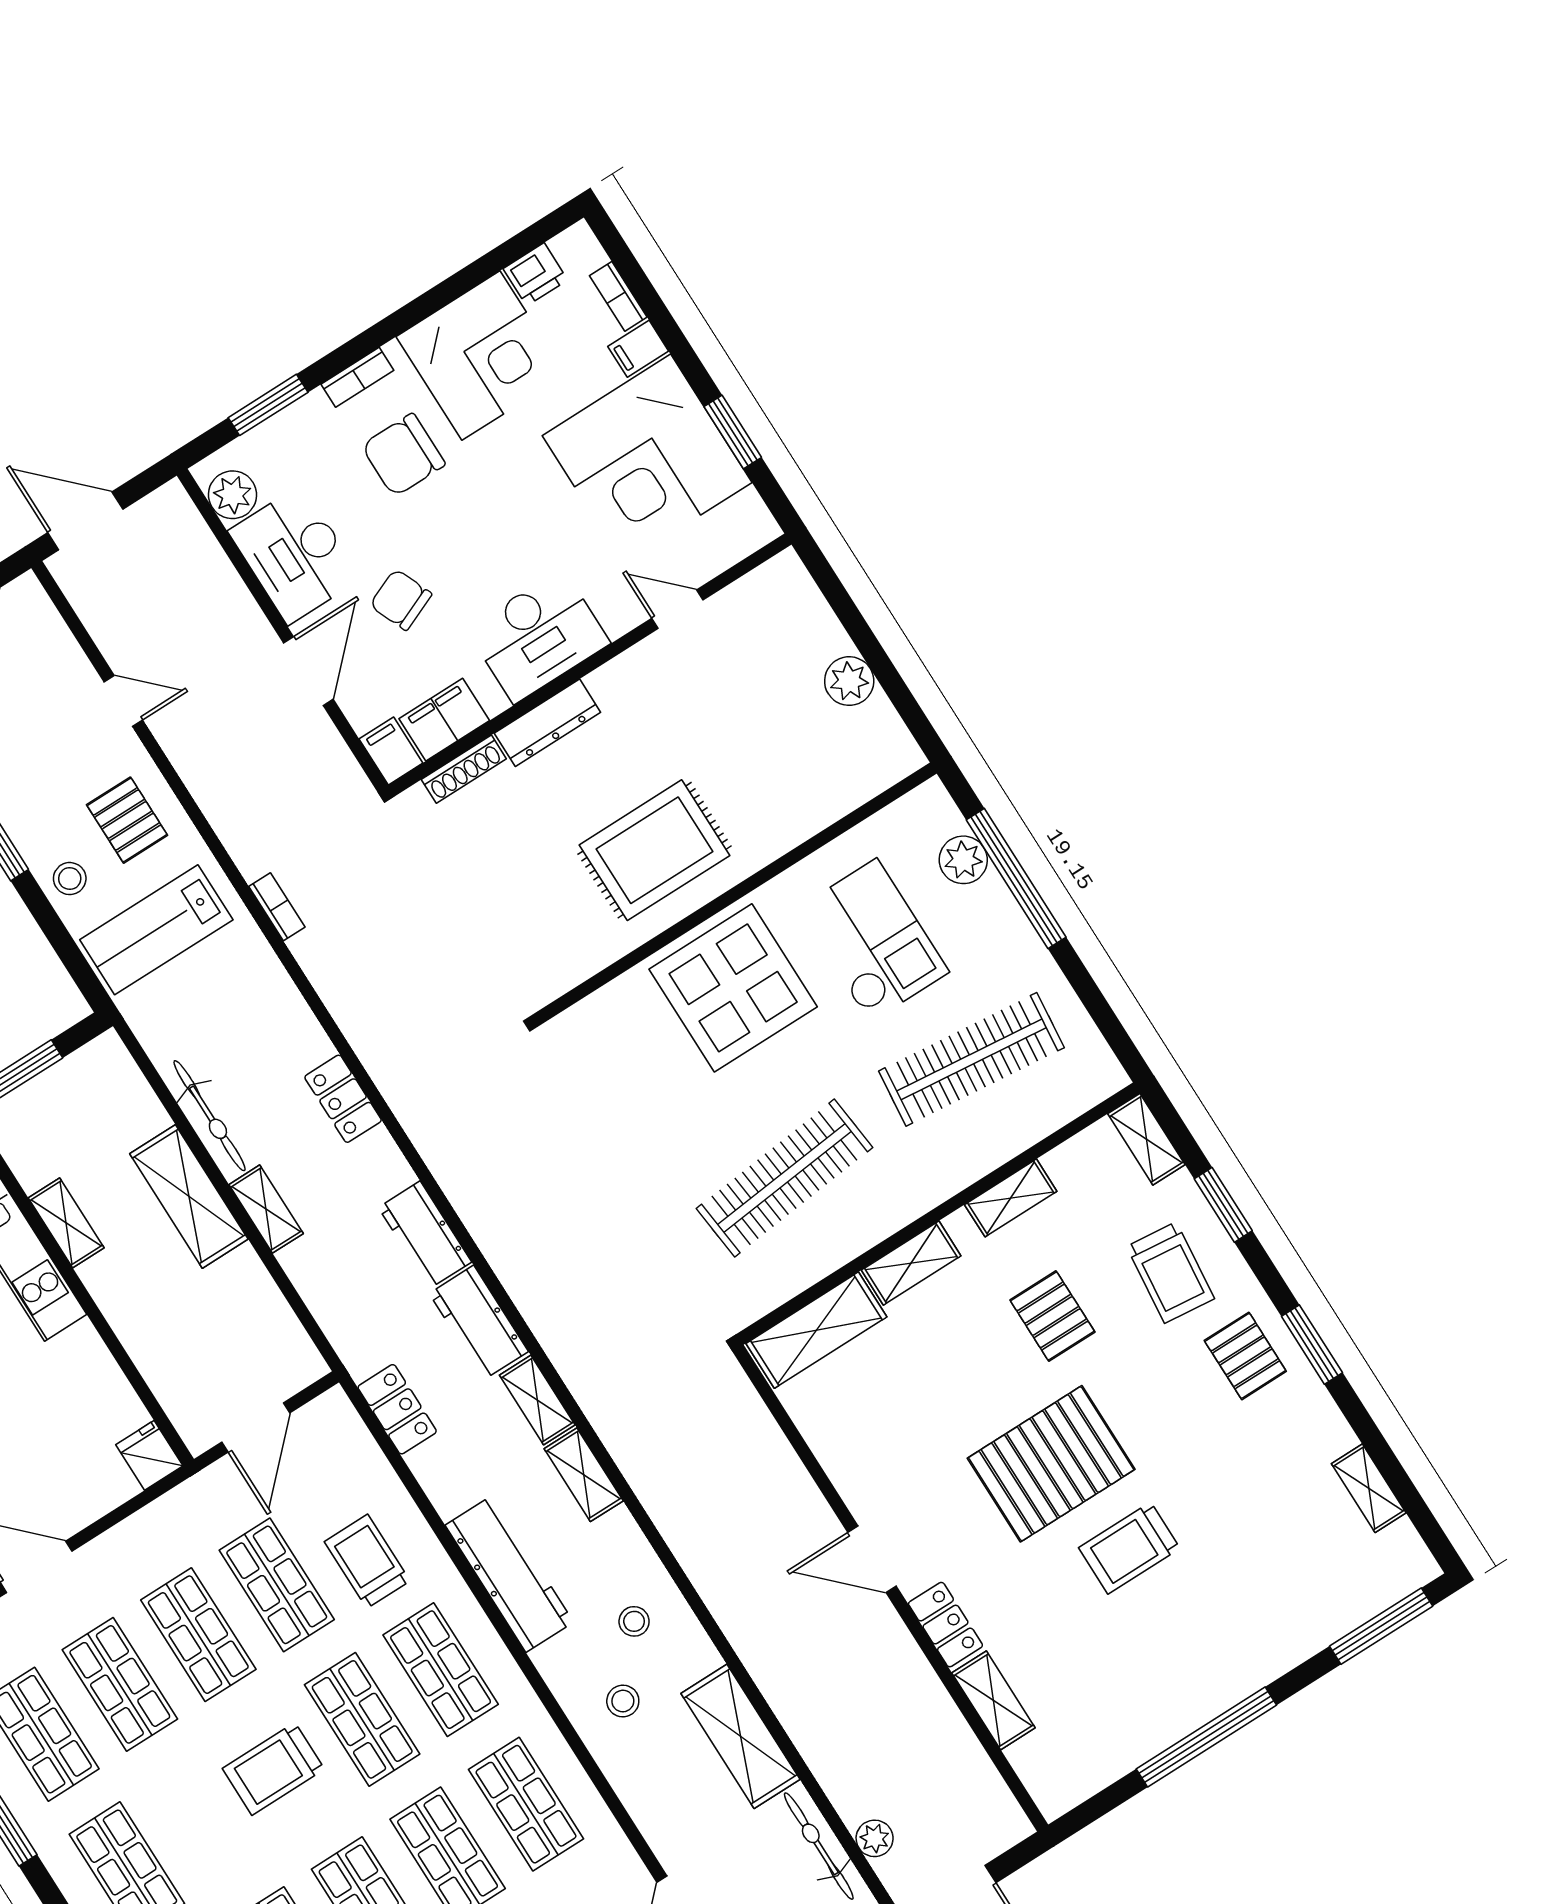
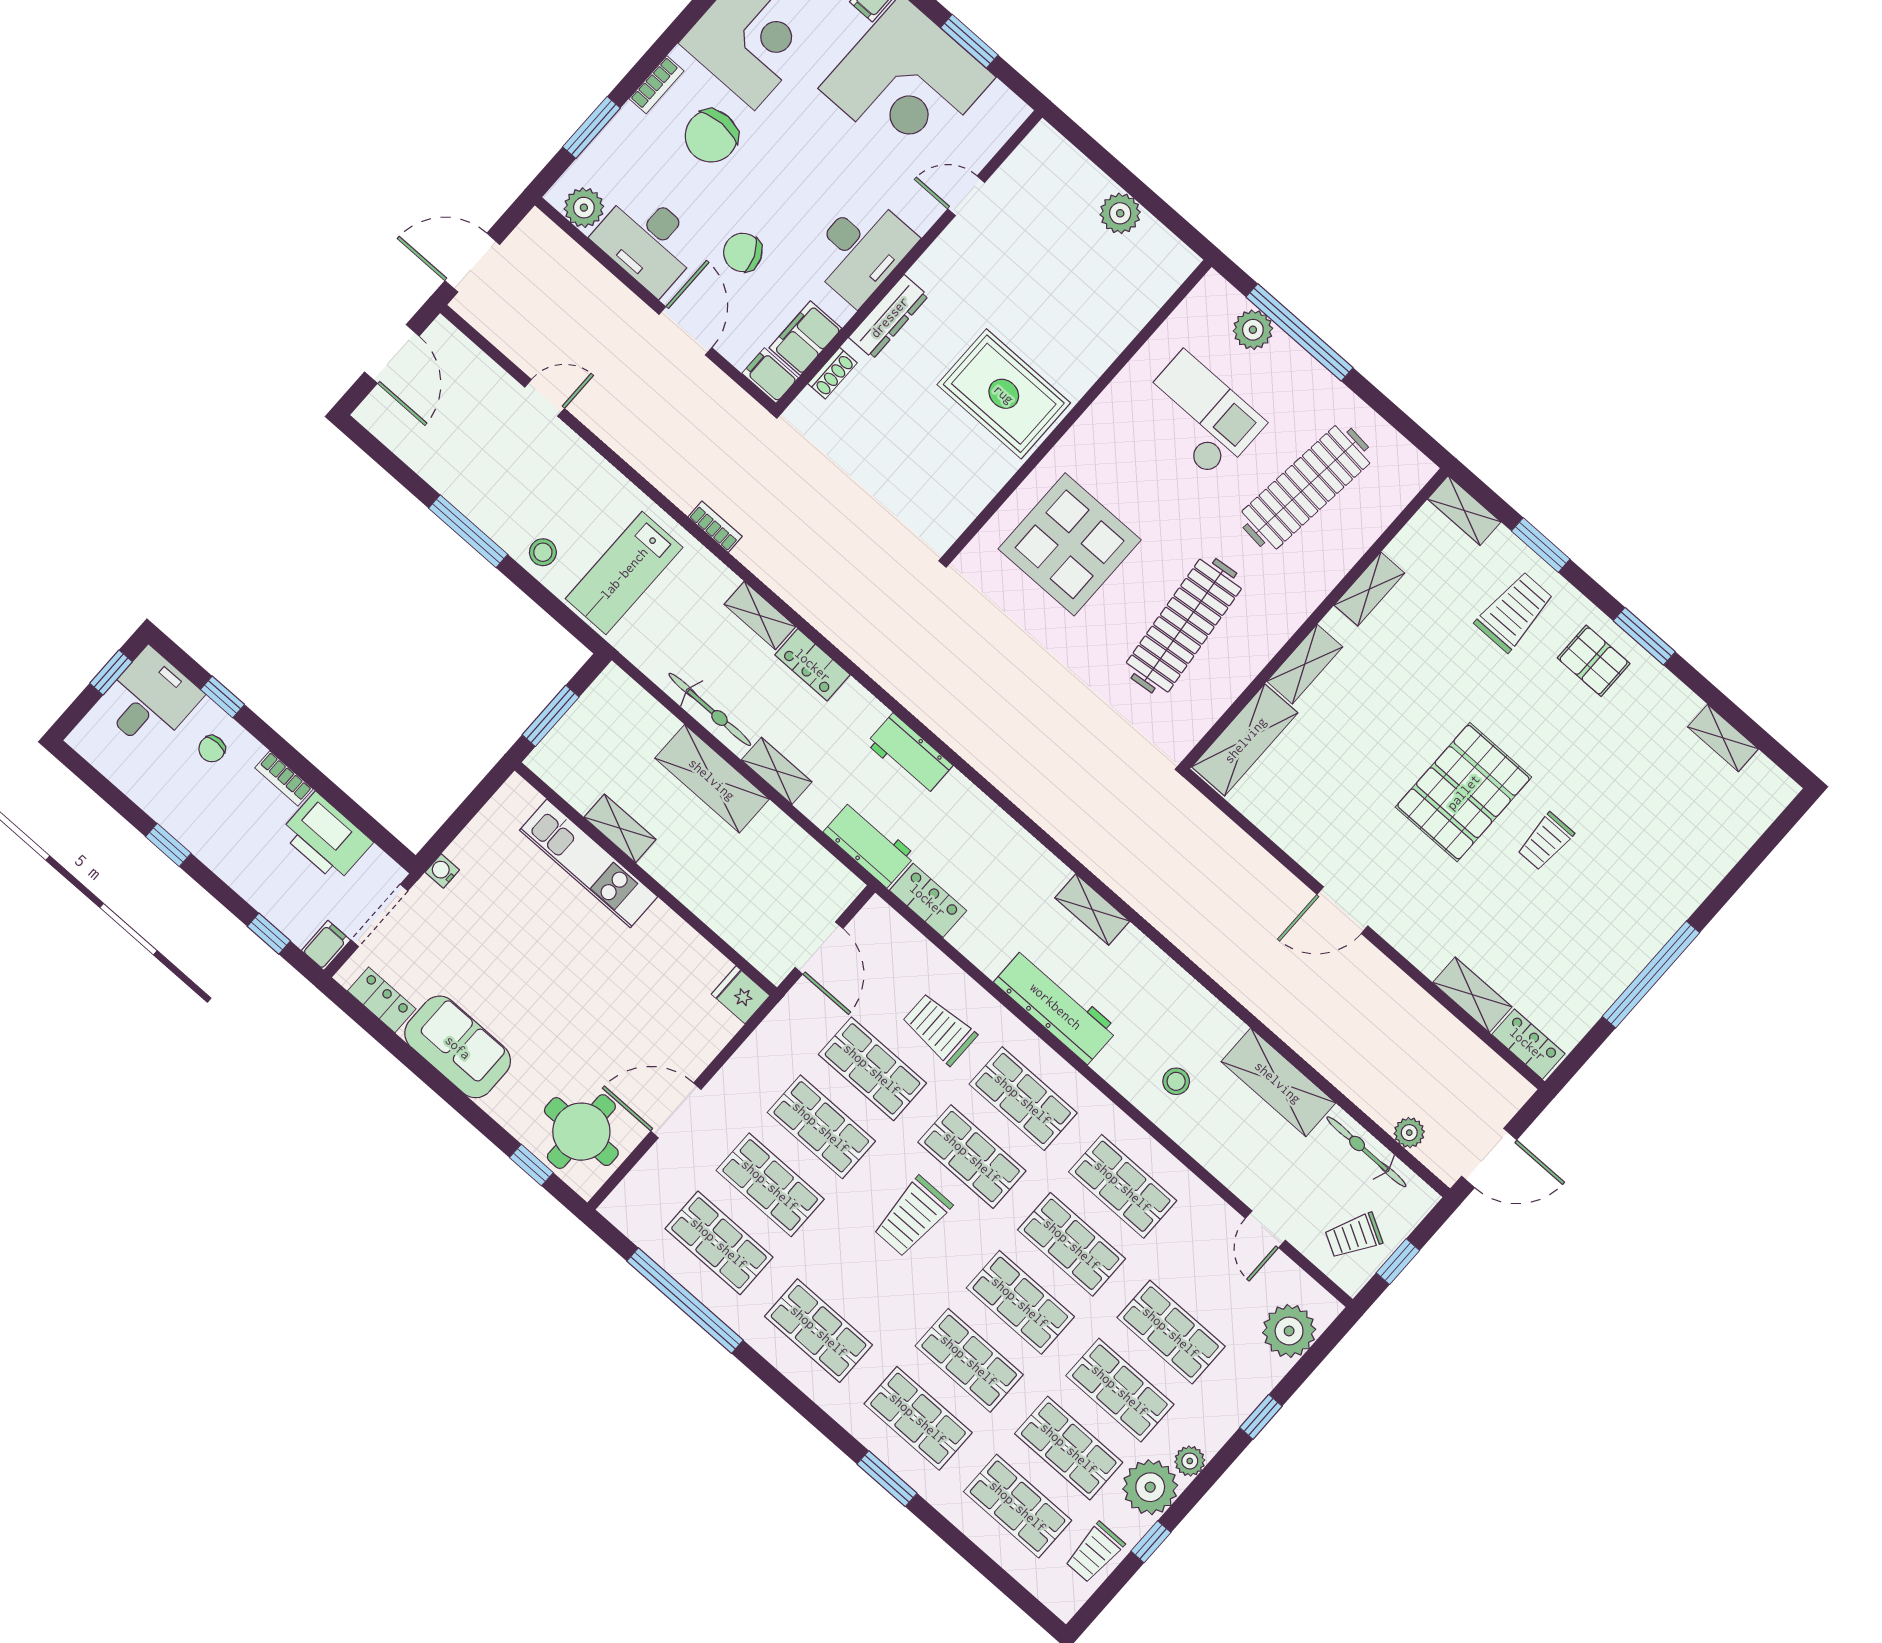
shoe rack: (464, 769) -> (832, 373), width x0.70
pallet: (127, 820) -> (575, 492), removed
rug: (654, 850) -> (1004, 394), turned 90
display table: (733, 988) -> (1070, 544), moved
trolley: (1170, 1273) -> (1514, 612), turned -96
pallet: (1052, 1316) -> (1430, 674), removed
workbench: (479, 1322) -> (870, 844), moved, turned 180
shelving: (537, 1400) -> (760, 615), moved
trolley: (1129, 1548) -> (1546, 841), width x0.73, depth x0.72
stool: (634, 1621) -> (1167, 1015), removed
locker: (945, 1625) -> (1528, 1044), moved
window: (1381, 1626) -> (1765, 845), removed

